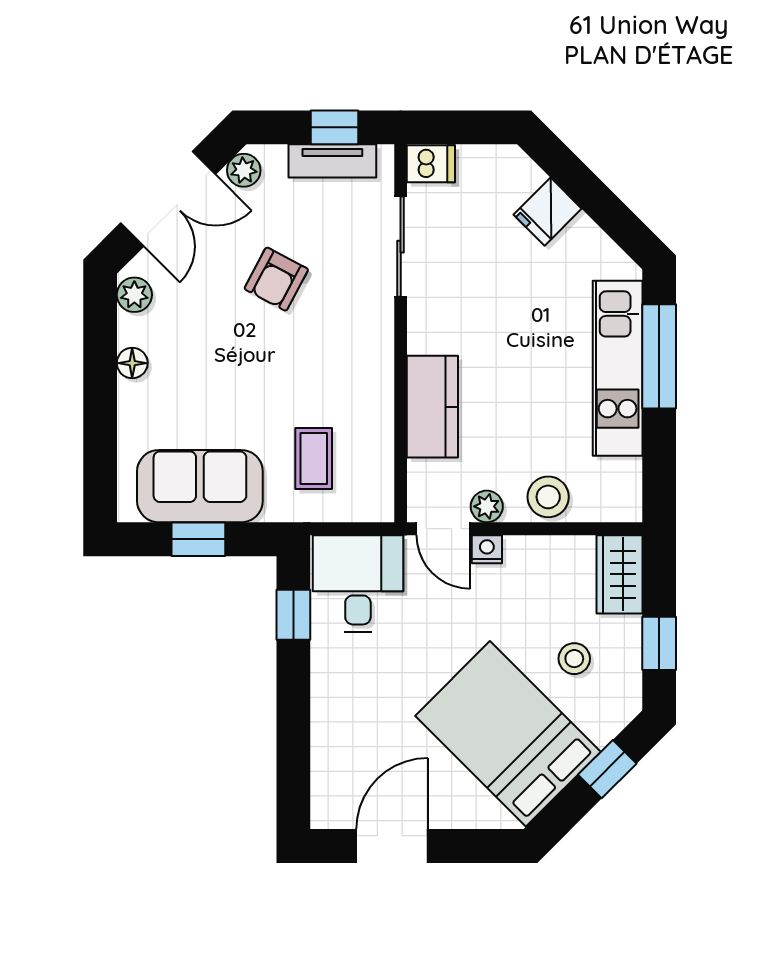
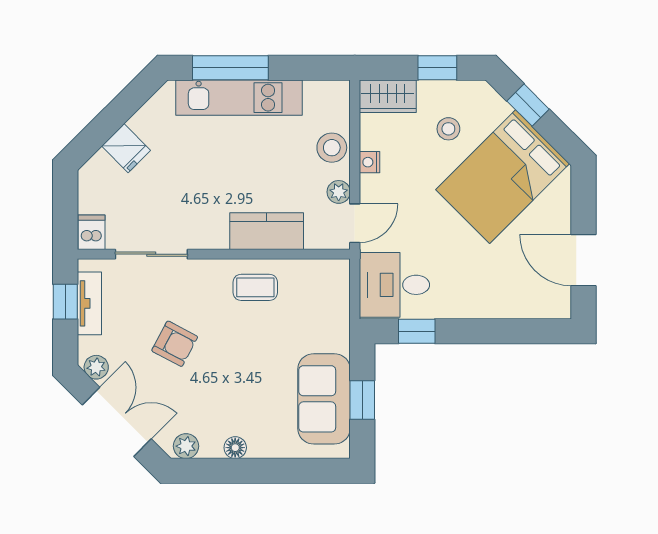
coffee table: (314, 458) -> (255, 287), moved
nightstand: (487, 549) -> (369, 162), moved

